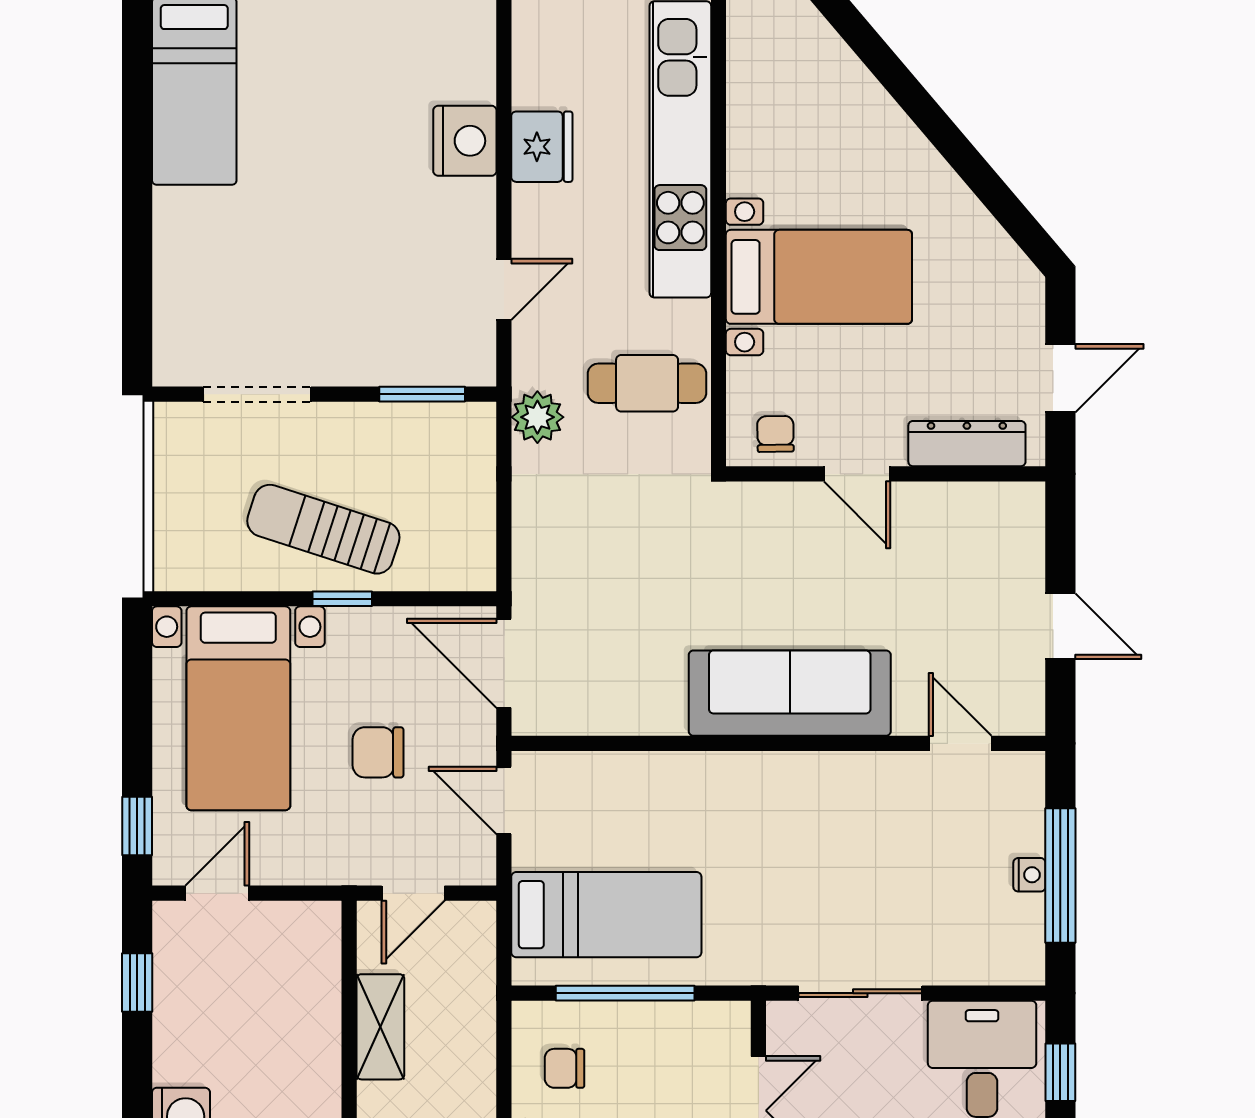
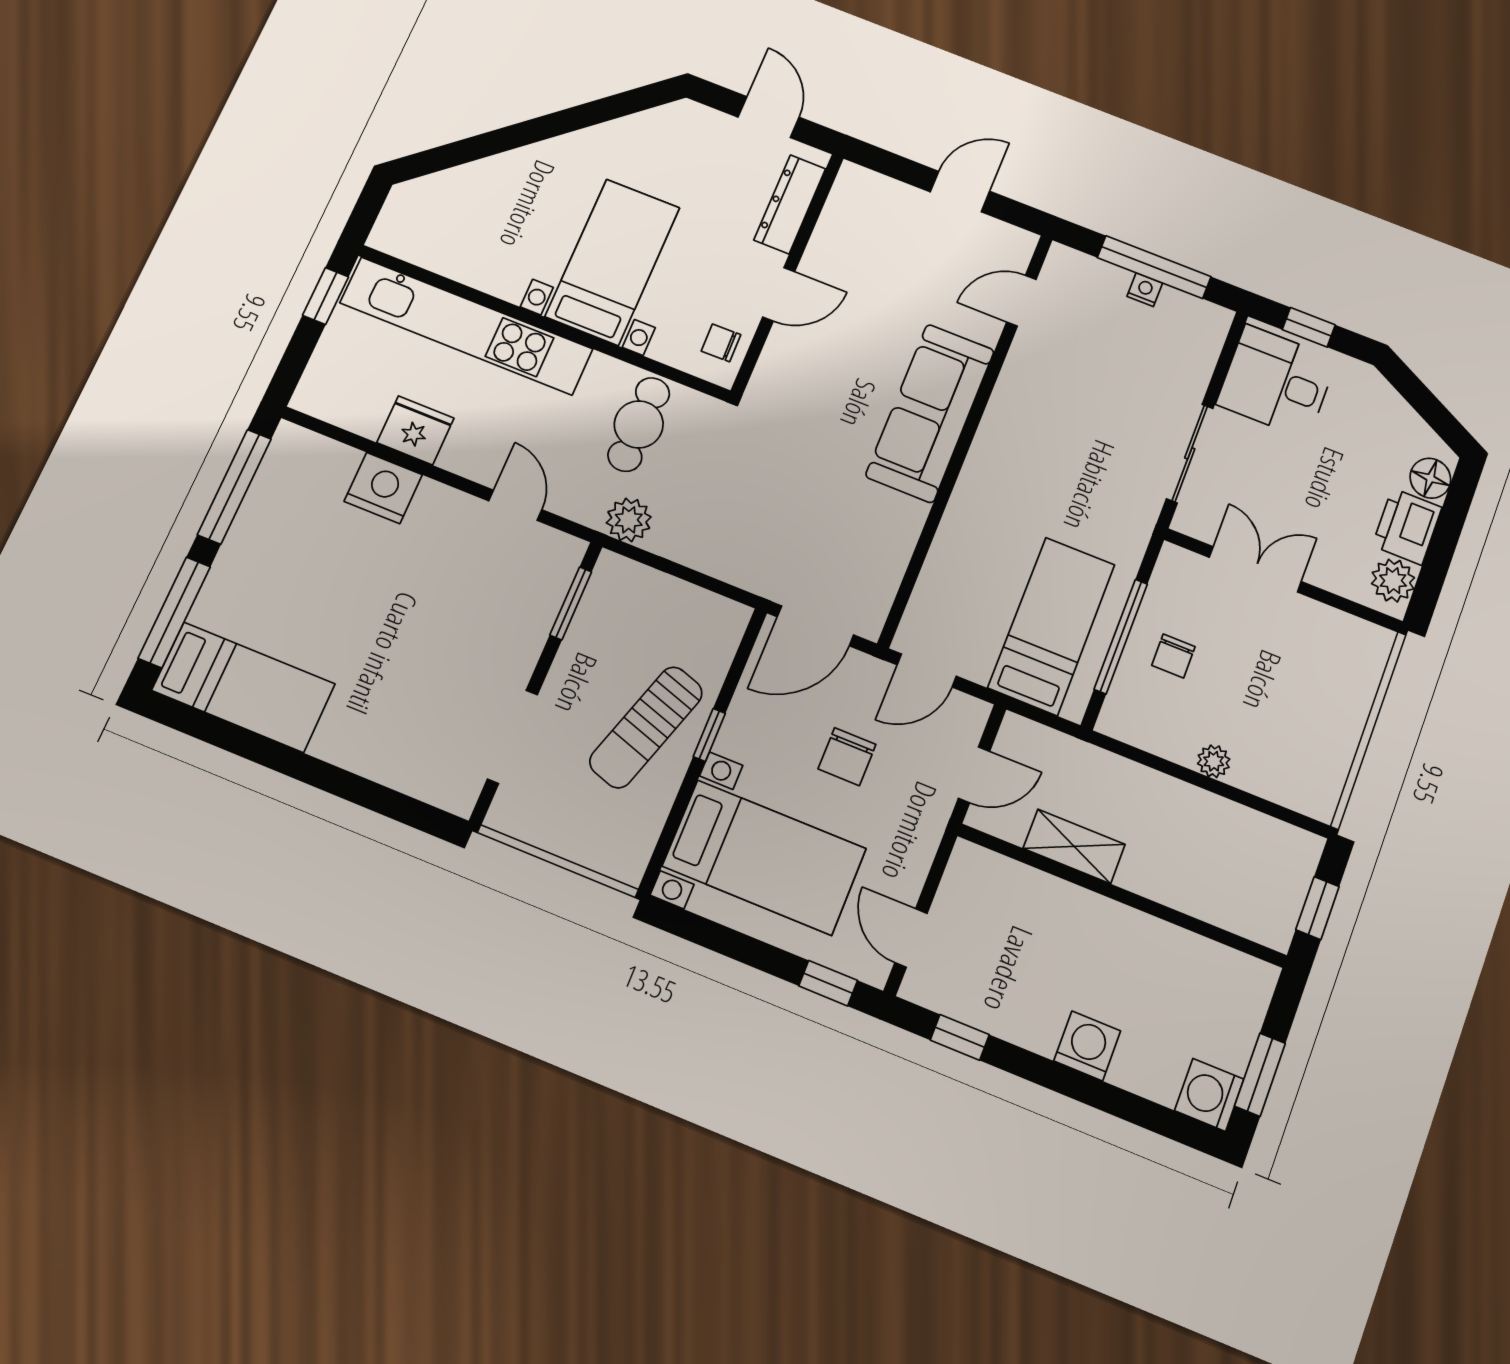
door: (413, 893) -> (974, 775), hinge flipped
chair: (564, 1068) -> (1173, 656), moved

